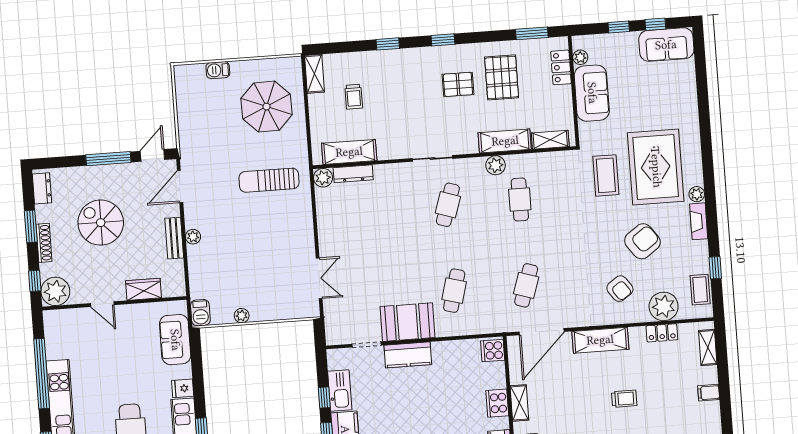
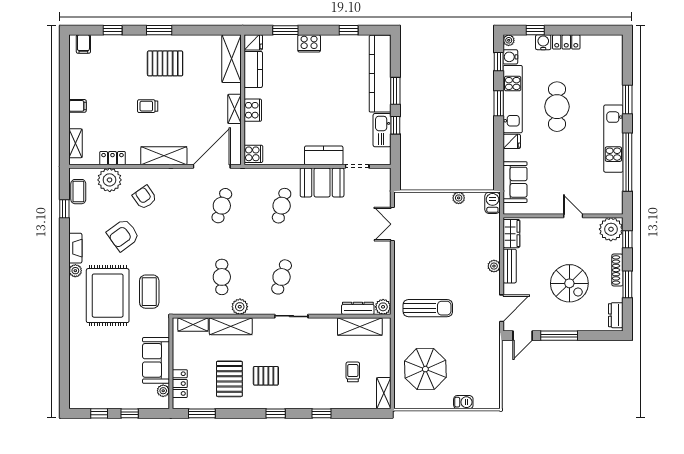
sofa: (666, 45) -> (91, 396), removed
wardrobe: (143, 289) -> (511, 234), moved, turned -90

